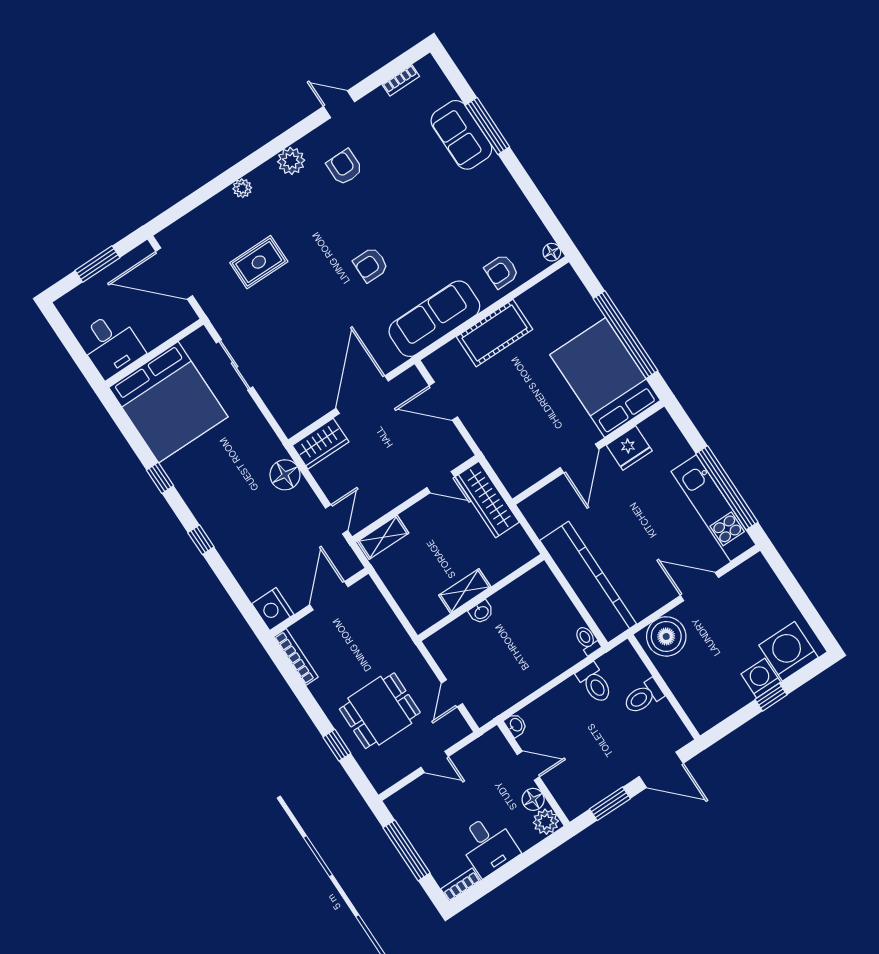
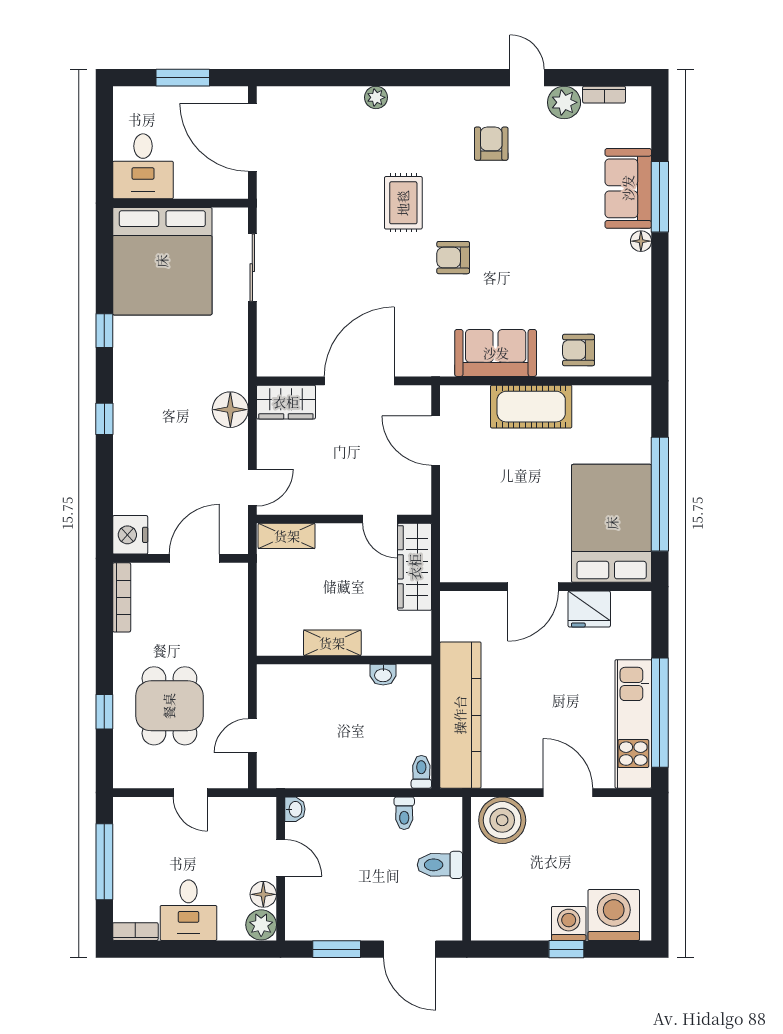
plant: (291, 161) -> (564, 102), moved
floor lamp: (552, 252) -> (641, 241), moved
rug: (259, 262) -> (403, 203), moved, turned 90
sofa: (434, 319) -> (496, 353), width x0.73
washbasin: (481, 612) -> (383, 675), moved
toilet: (595, 683) -> (404, 813), width x0.73, depth x0.72
dining table: (380, 711) -> (169, 706), turned 90

